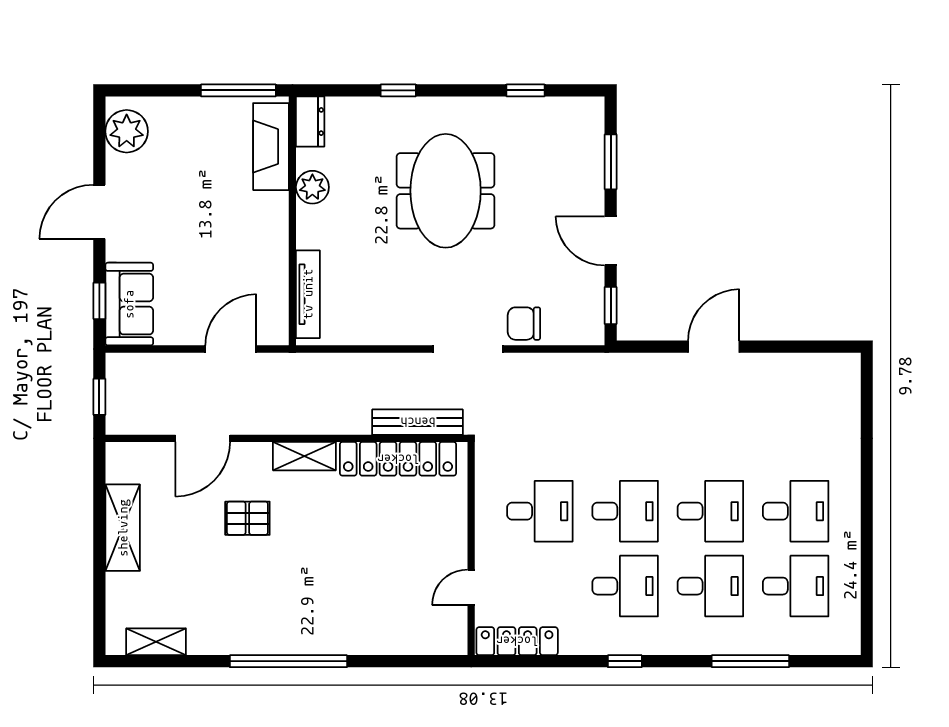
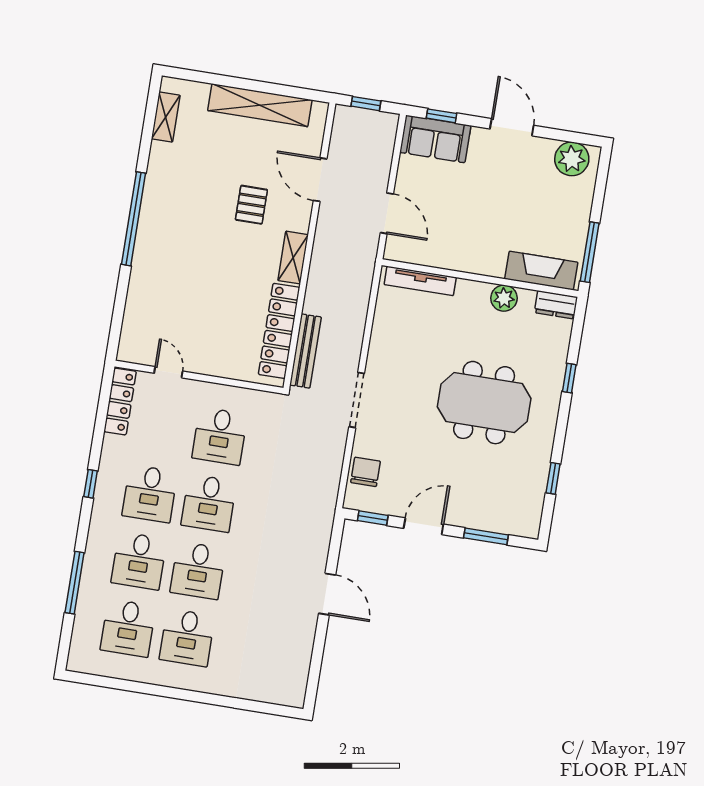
chair: (524, 324) -> (365, 472), moved
shelving: (123, 528) -> (260, 105), width x1.47

